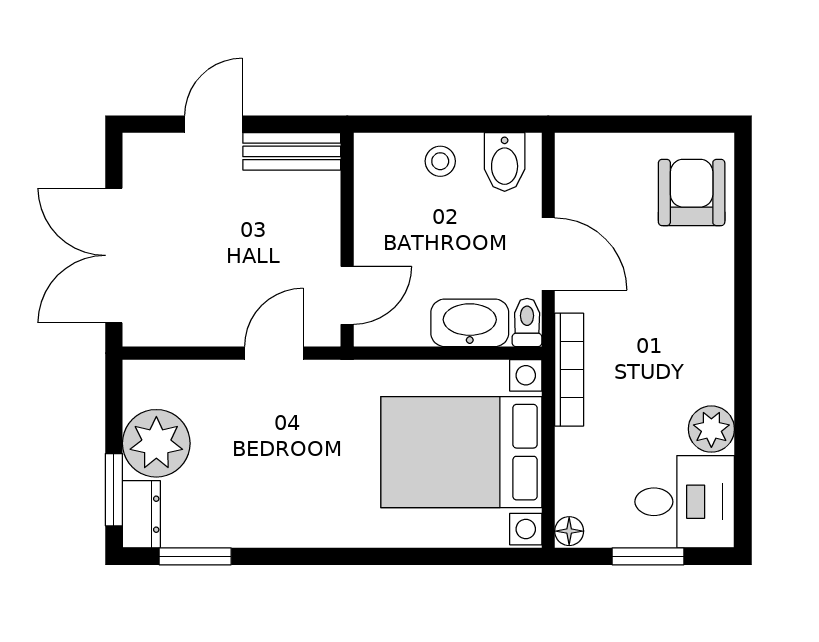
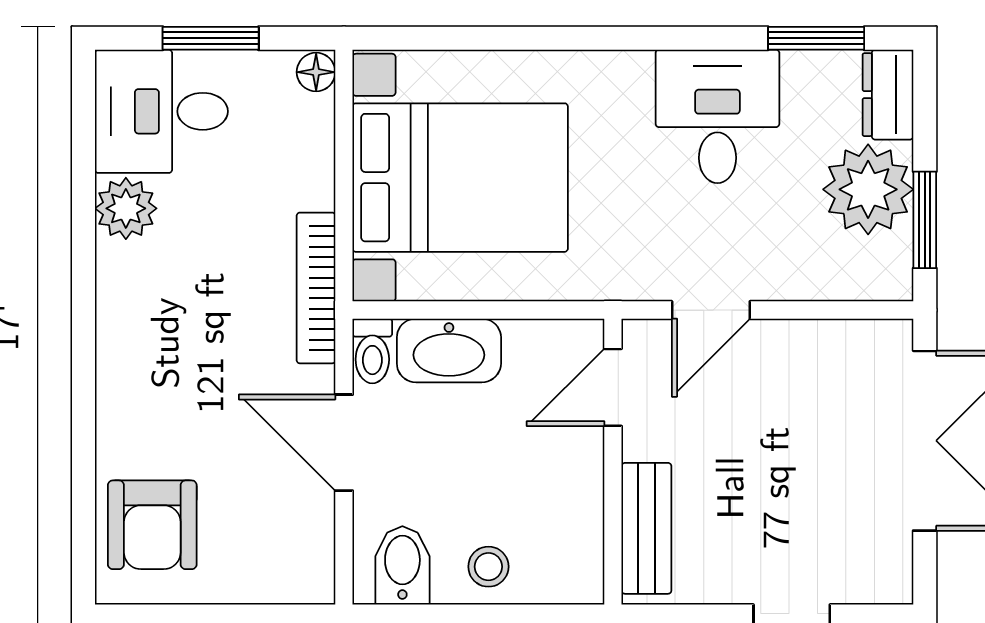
bench: (292, 151) -> (646, 528), moved, turned 90
window: (114, 490) -> (925, 220), moved
desk: (269, 498) -> (717, 116), added

